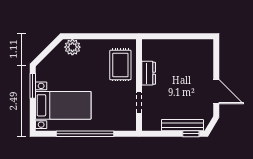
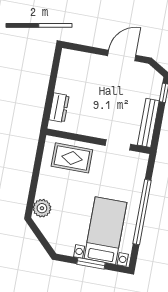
dresser: (149, 73) -> (59, 108), moved, turned 90
window: (33, 86) -> (91, 263), moved
bench: (182, 125) -> (148, 123), moved

